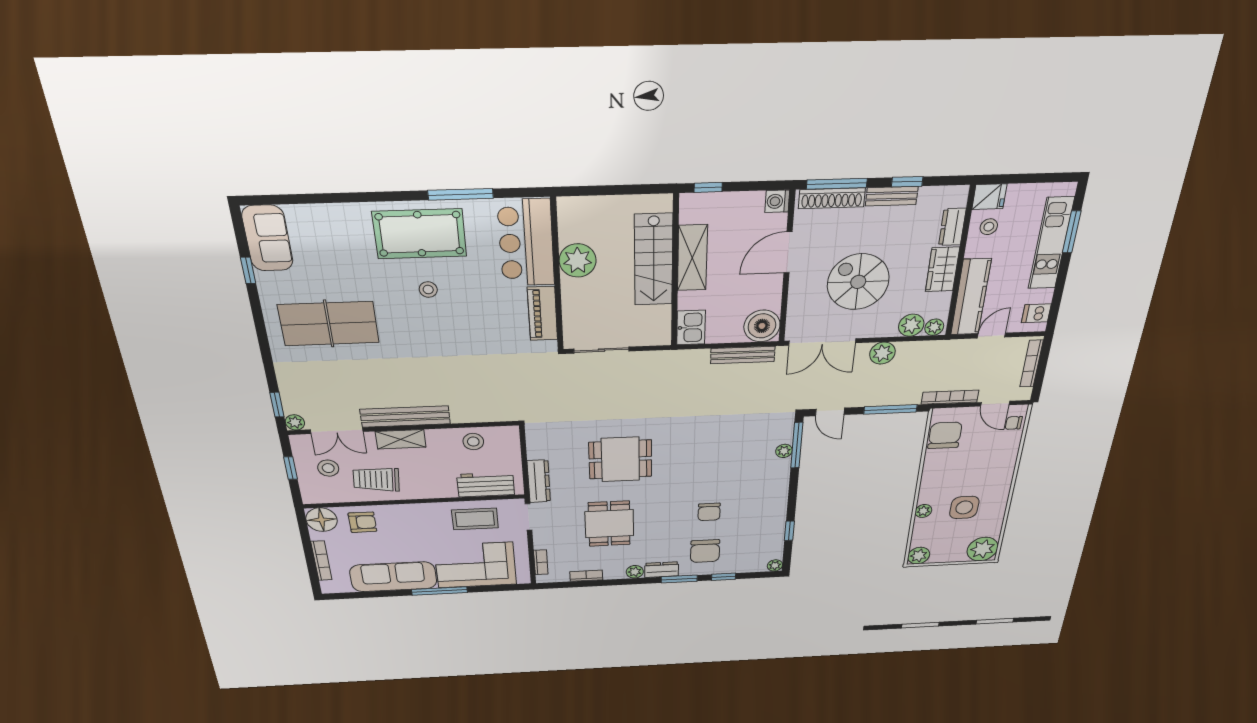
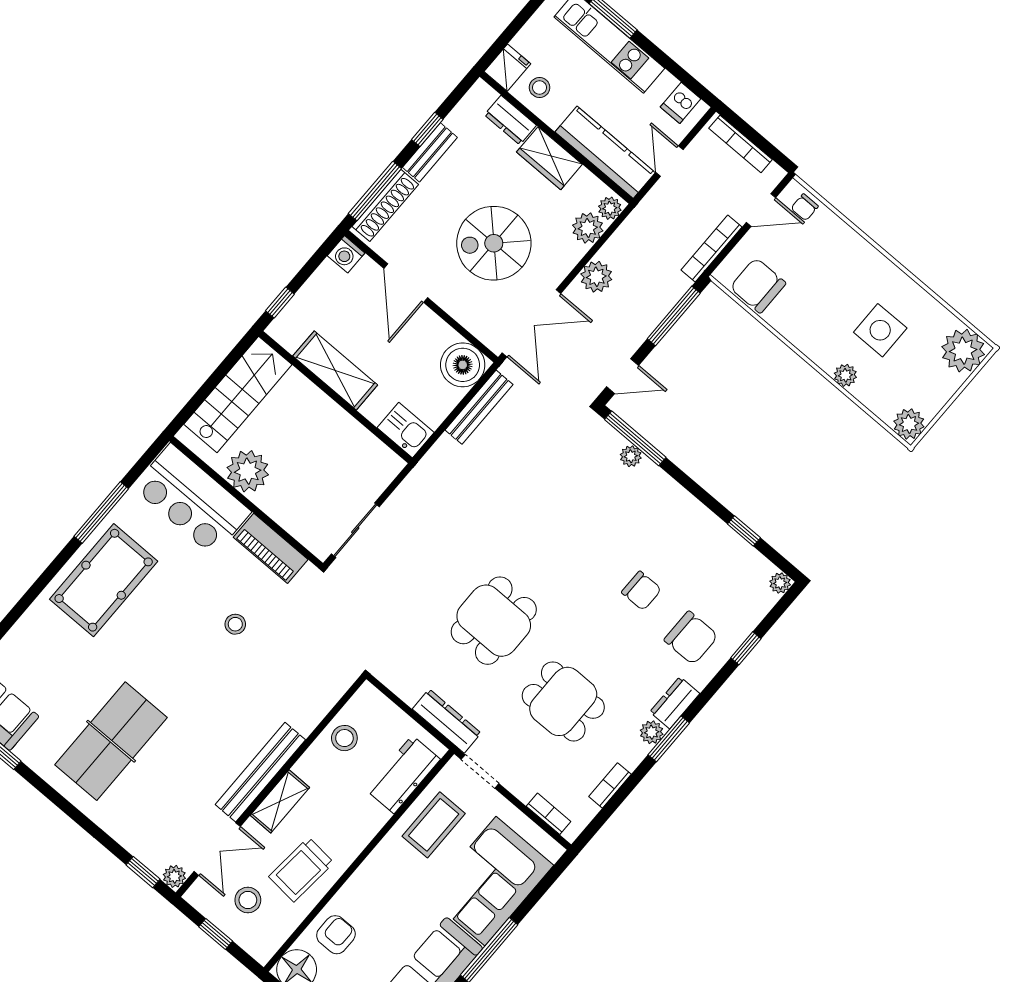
stairs: (654, 260) -> (238, 394), moved, turned -90
stool: (428, 290) -> (235, 624), moved
window: (679, 579) -> (669, 739), moved

